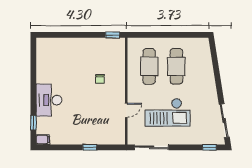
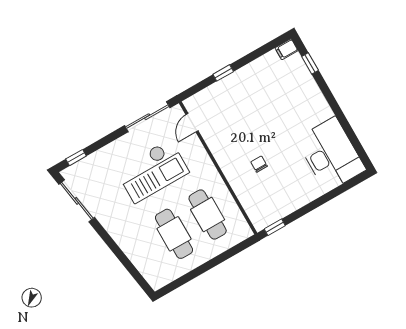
desk: (49, 100) -> (331, 154), moved, width x1.36, depth x1.30
door: (126, 110) -> (192, 123), moved
checkout: (168, 112) -> (152, 171), turned 180

